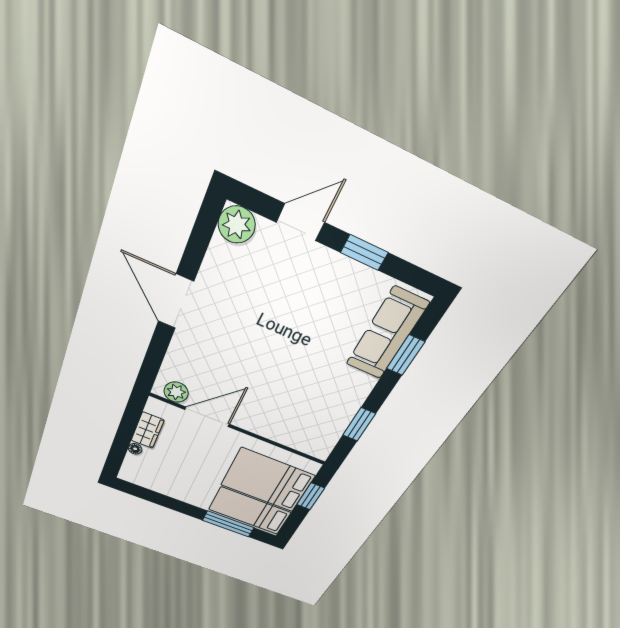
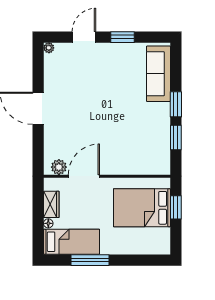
plant: (237, 225) -> (49, 48), width x0.53, depth x0.53
window: (406, 355) -> (176, 104), moved
bed: (250, 511) -> (71, 242), moved, turned 180
window: (228, 524) -> (90, 260), moved

